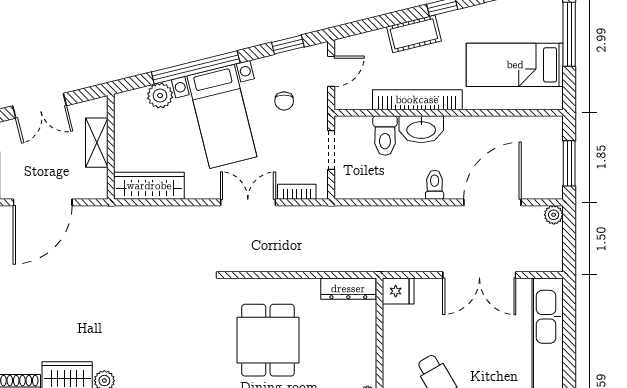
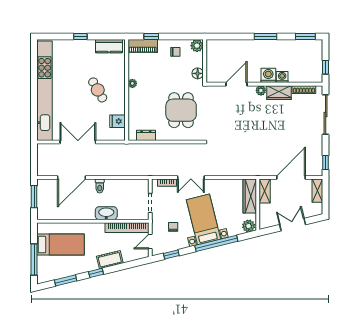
plant: (160, 96) -> (249, 226), moved
bookcase: (417, 100) -> (127, 228), moved
toilet: (385, 136) -> (124, 210), removed
shelving: (97, 143) -> (265, 191), moved
wardrobe: (149, 186) -> (250, 196), moved, turned 90
plant: (554, 215) -> (42, 171), removed
dresser: (348, 289) -> (146, 135), width x0.70
fridge: (398, 291) -> (118, 121), moved

